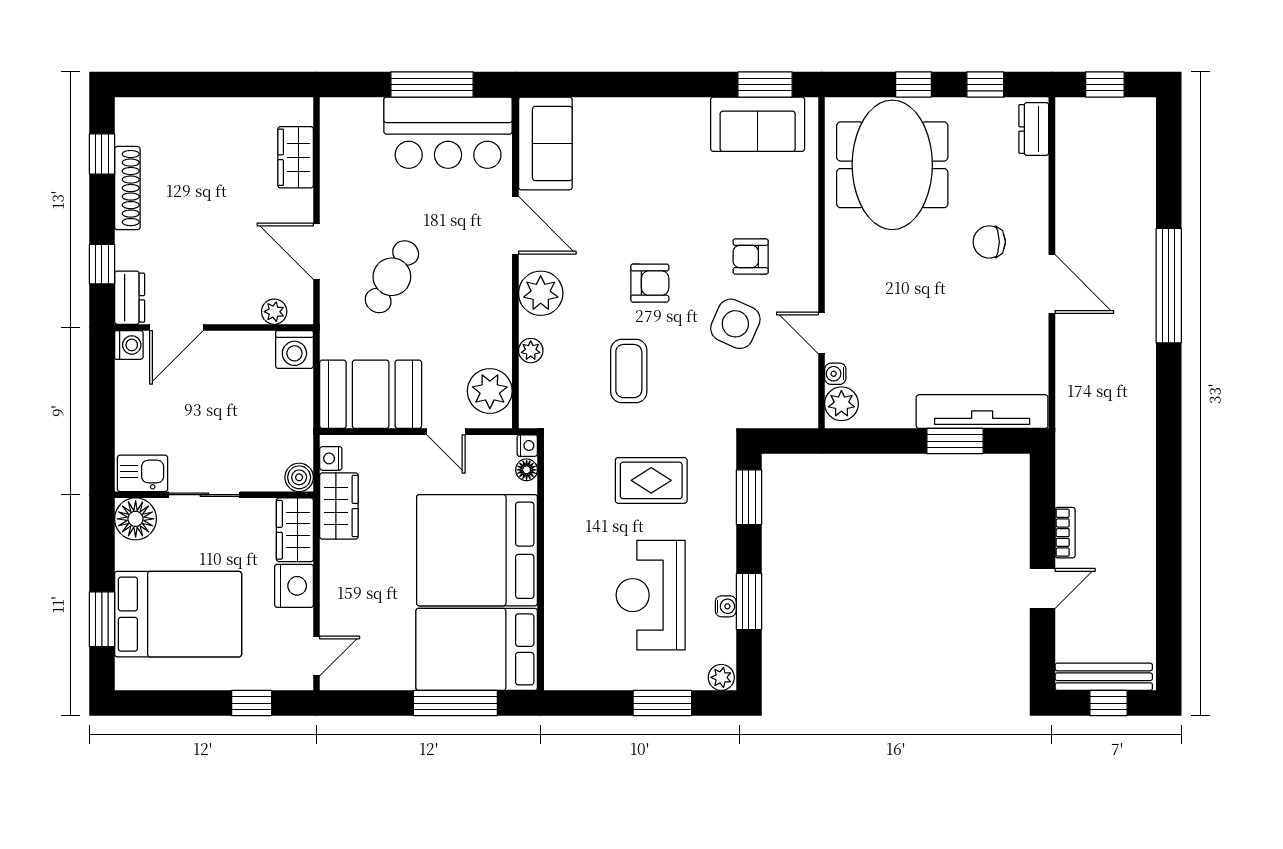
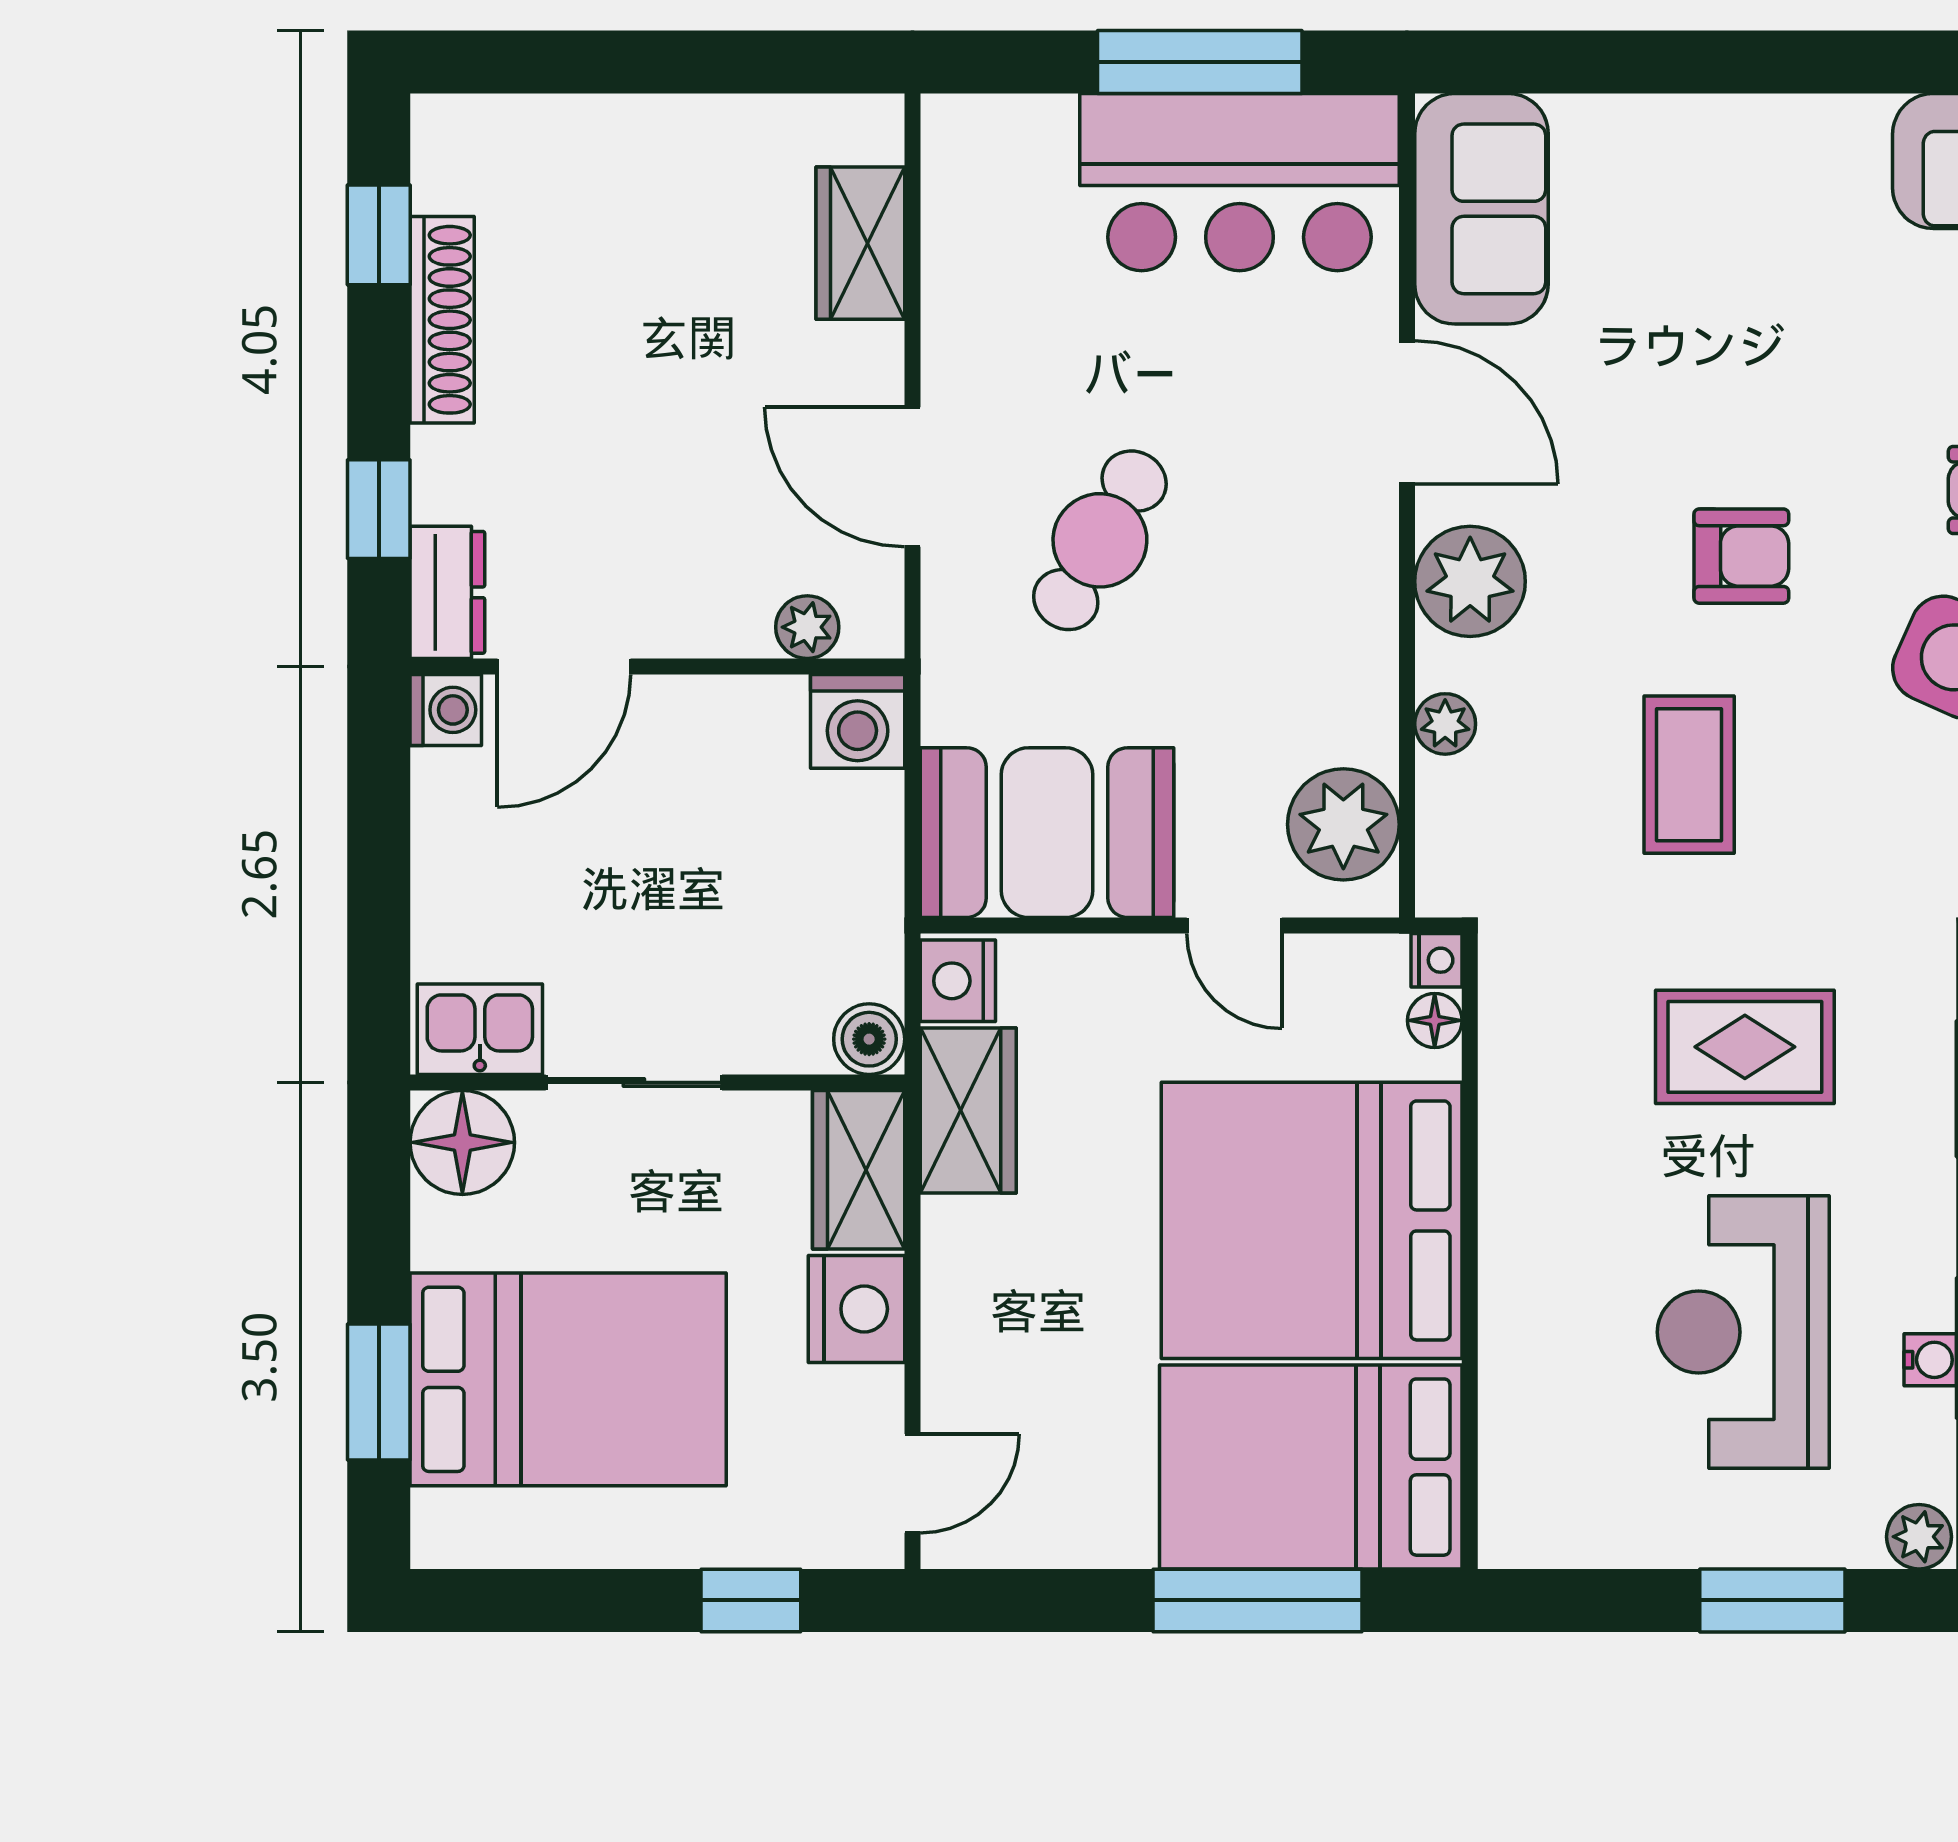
nightstand: (331, 458) -> (958, 981), width x1.39, depth x1.35

